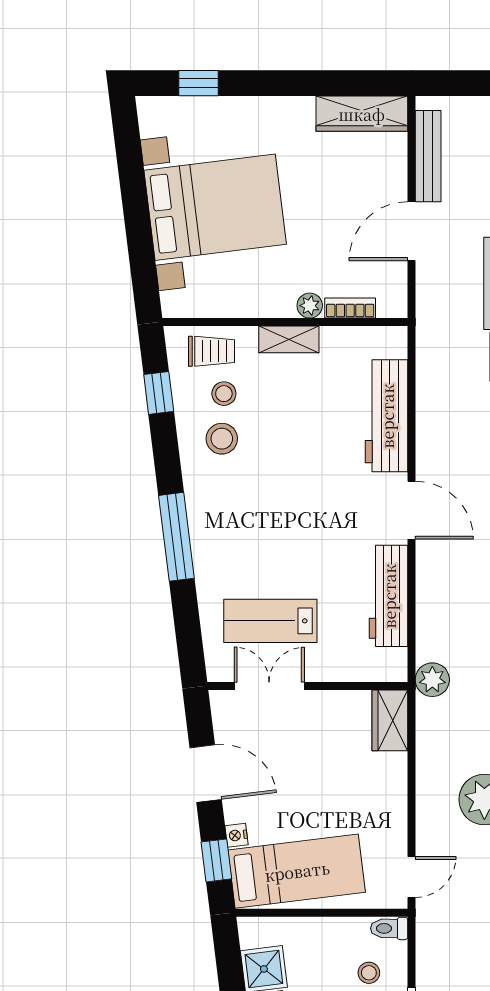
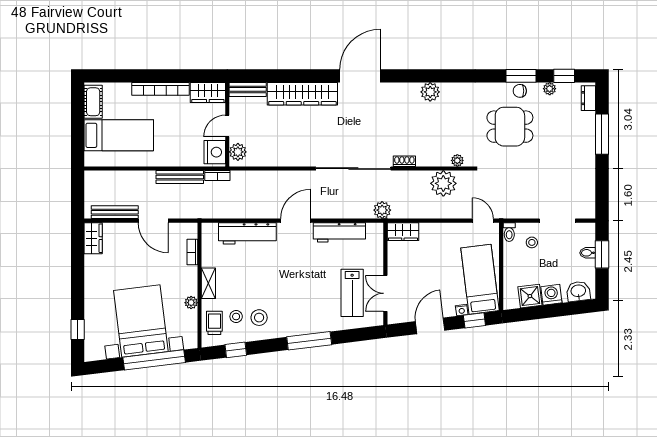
wardrobe: (362, 114) -> (93, 238), width x0.67
window: (139, 233) -> (154, 360), added
plant: (310, 306) -> (191, 303), moved

